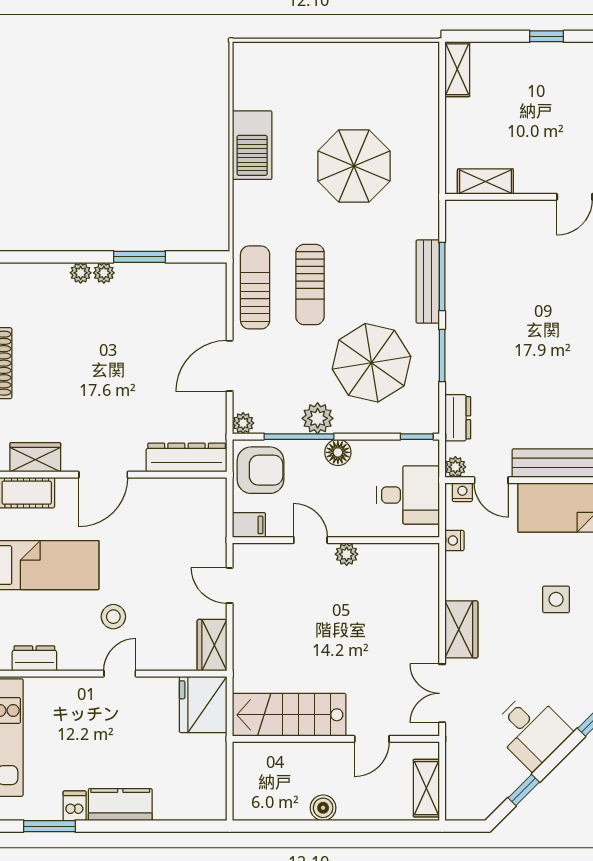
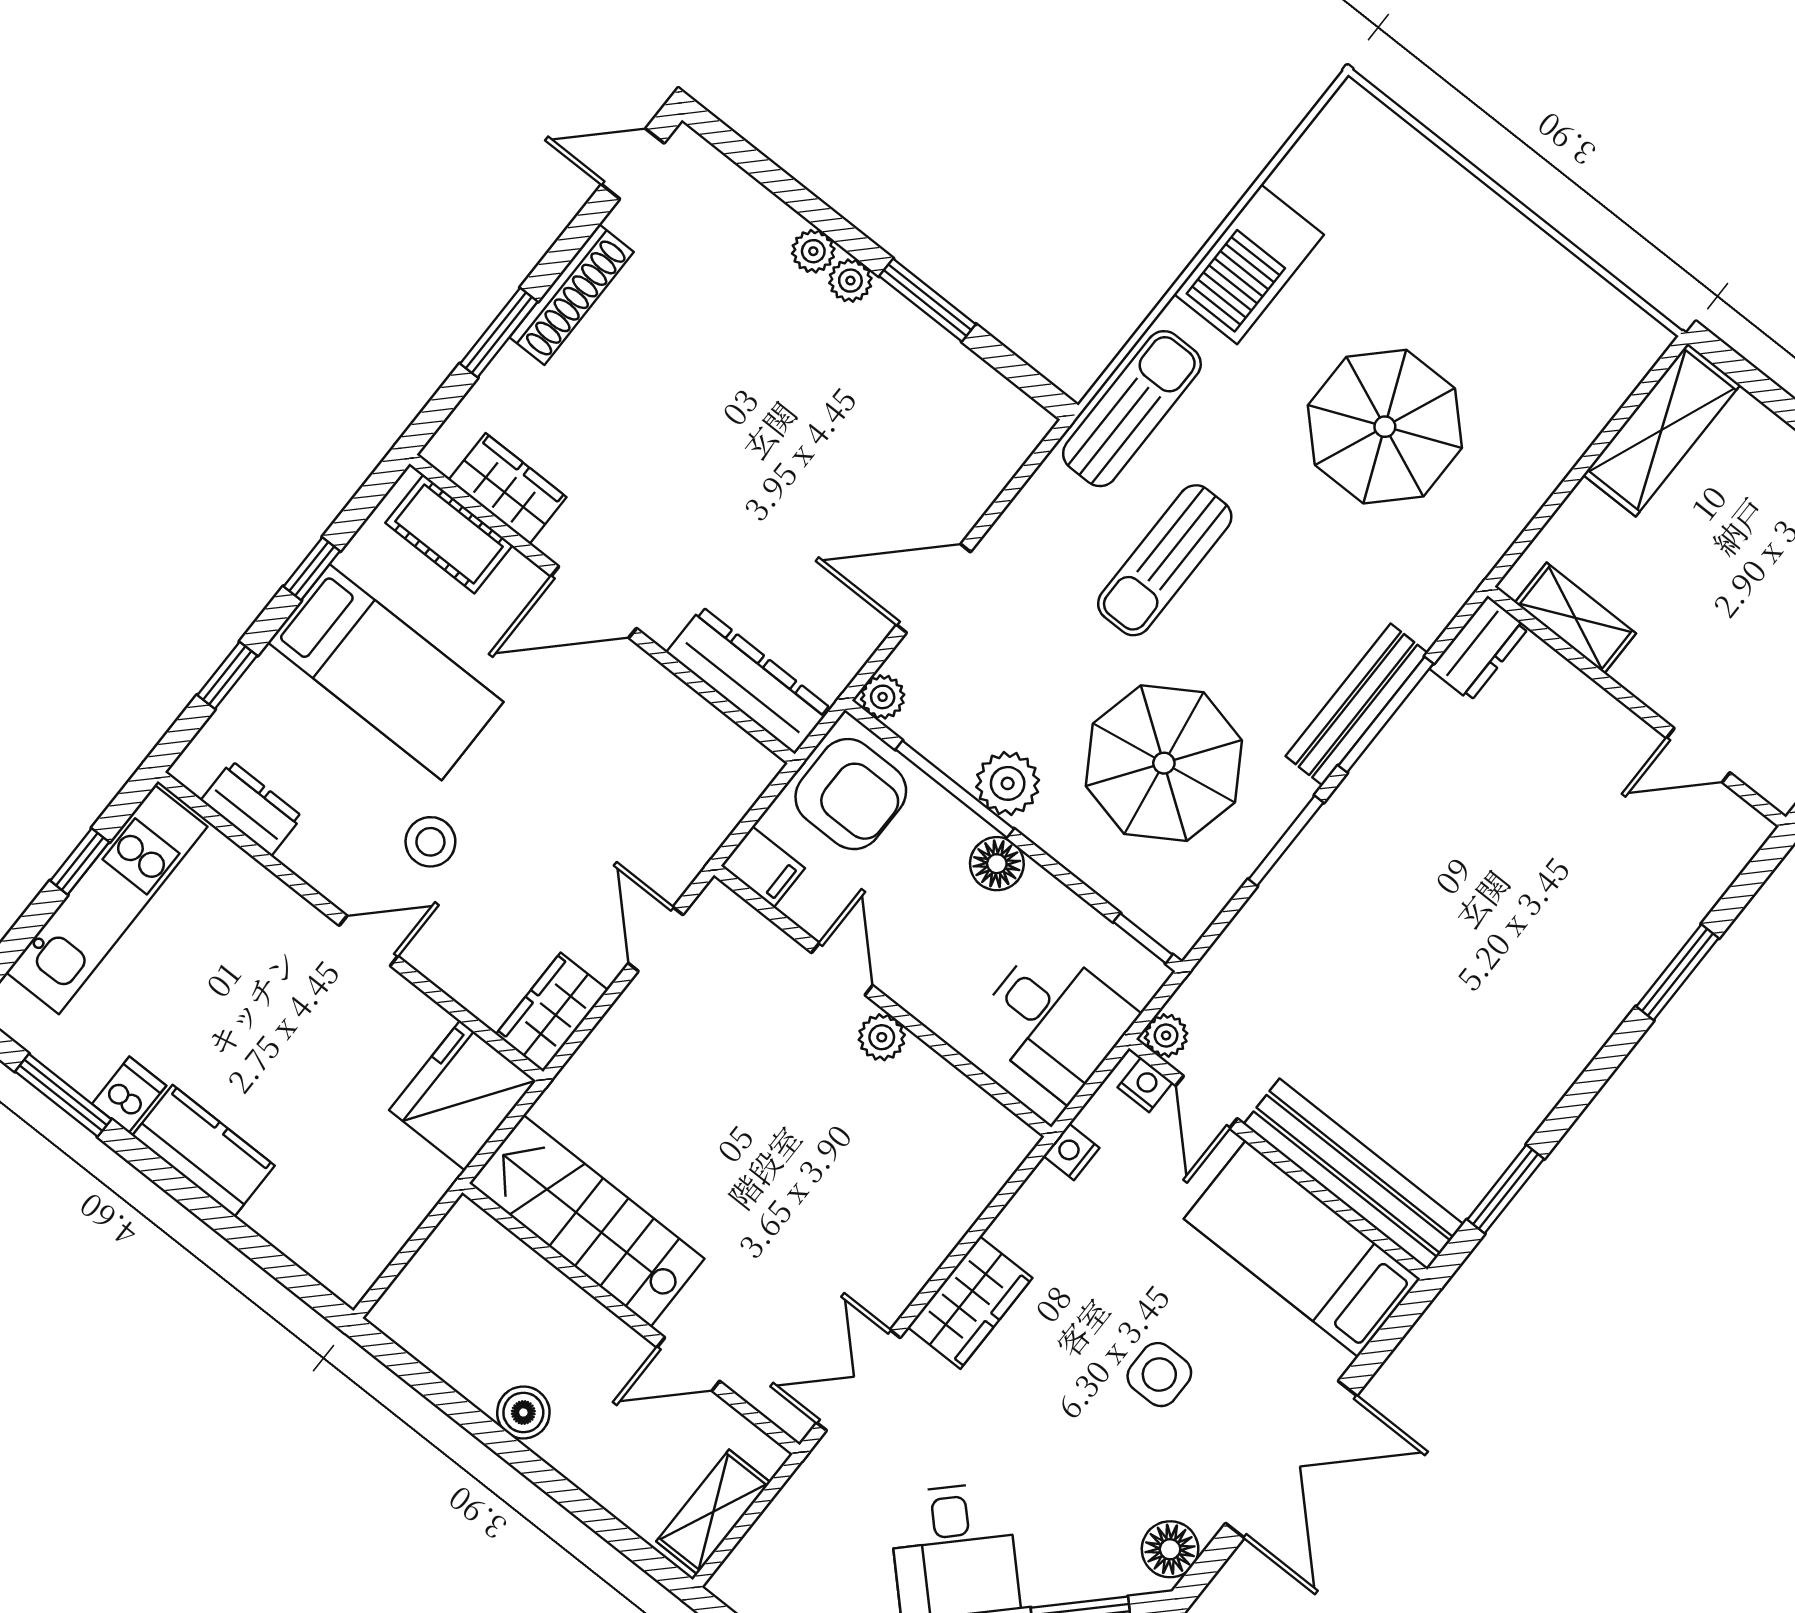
shelving: (457, 69) -> (1662, 430), width x1.50, depth x1.33
sun lounger: (255, 287) -> (1132, 409), moved
dresser: (458, 418) -> (1479, 648), moved

